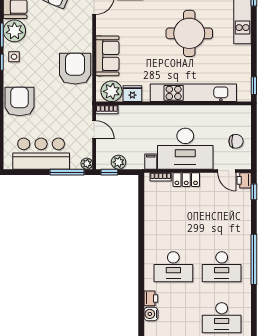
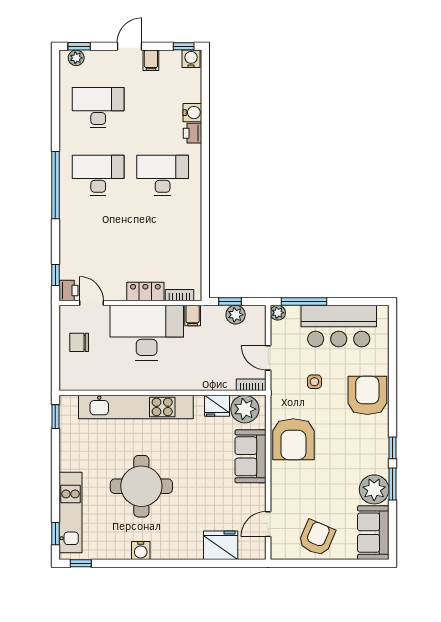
side table: (14, 57) -> (314, 382), moved
armchair: (20, 102) -> (367, 395), turned 180
window: (109, 172) -> (230, 301), moved

